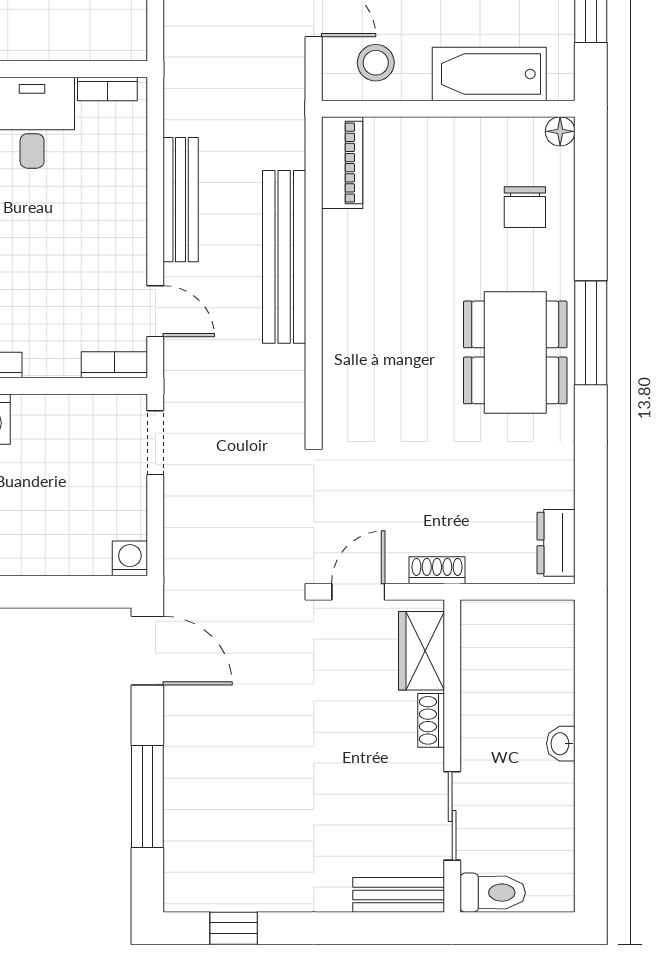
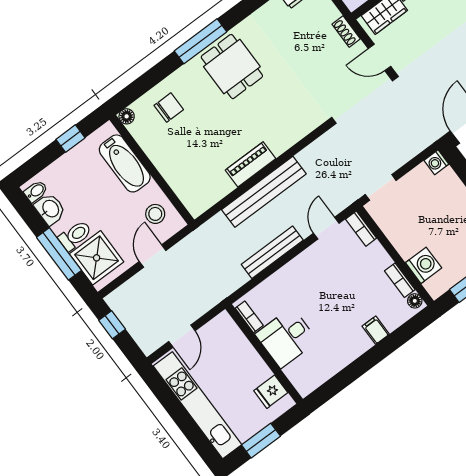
piano: (342, 163) -> (251, 164), moved
dining table: (515, 352) -> (232, 67), width x0.73

